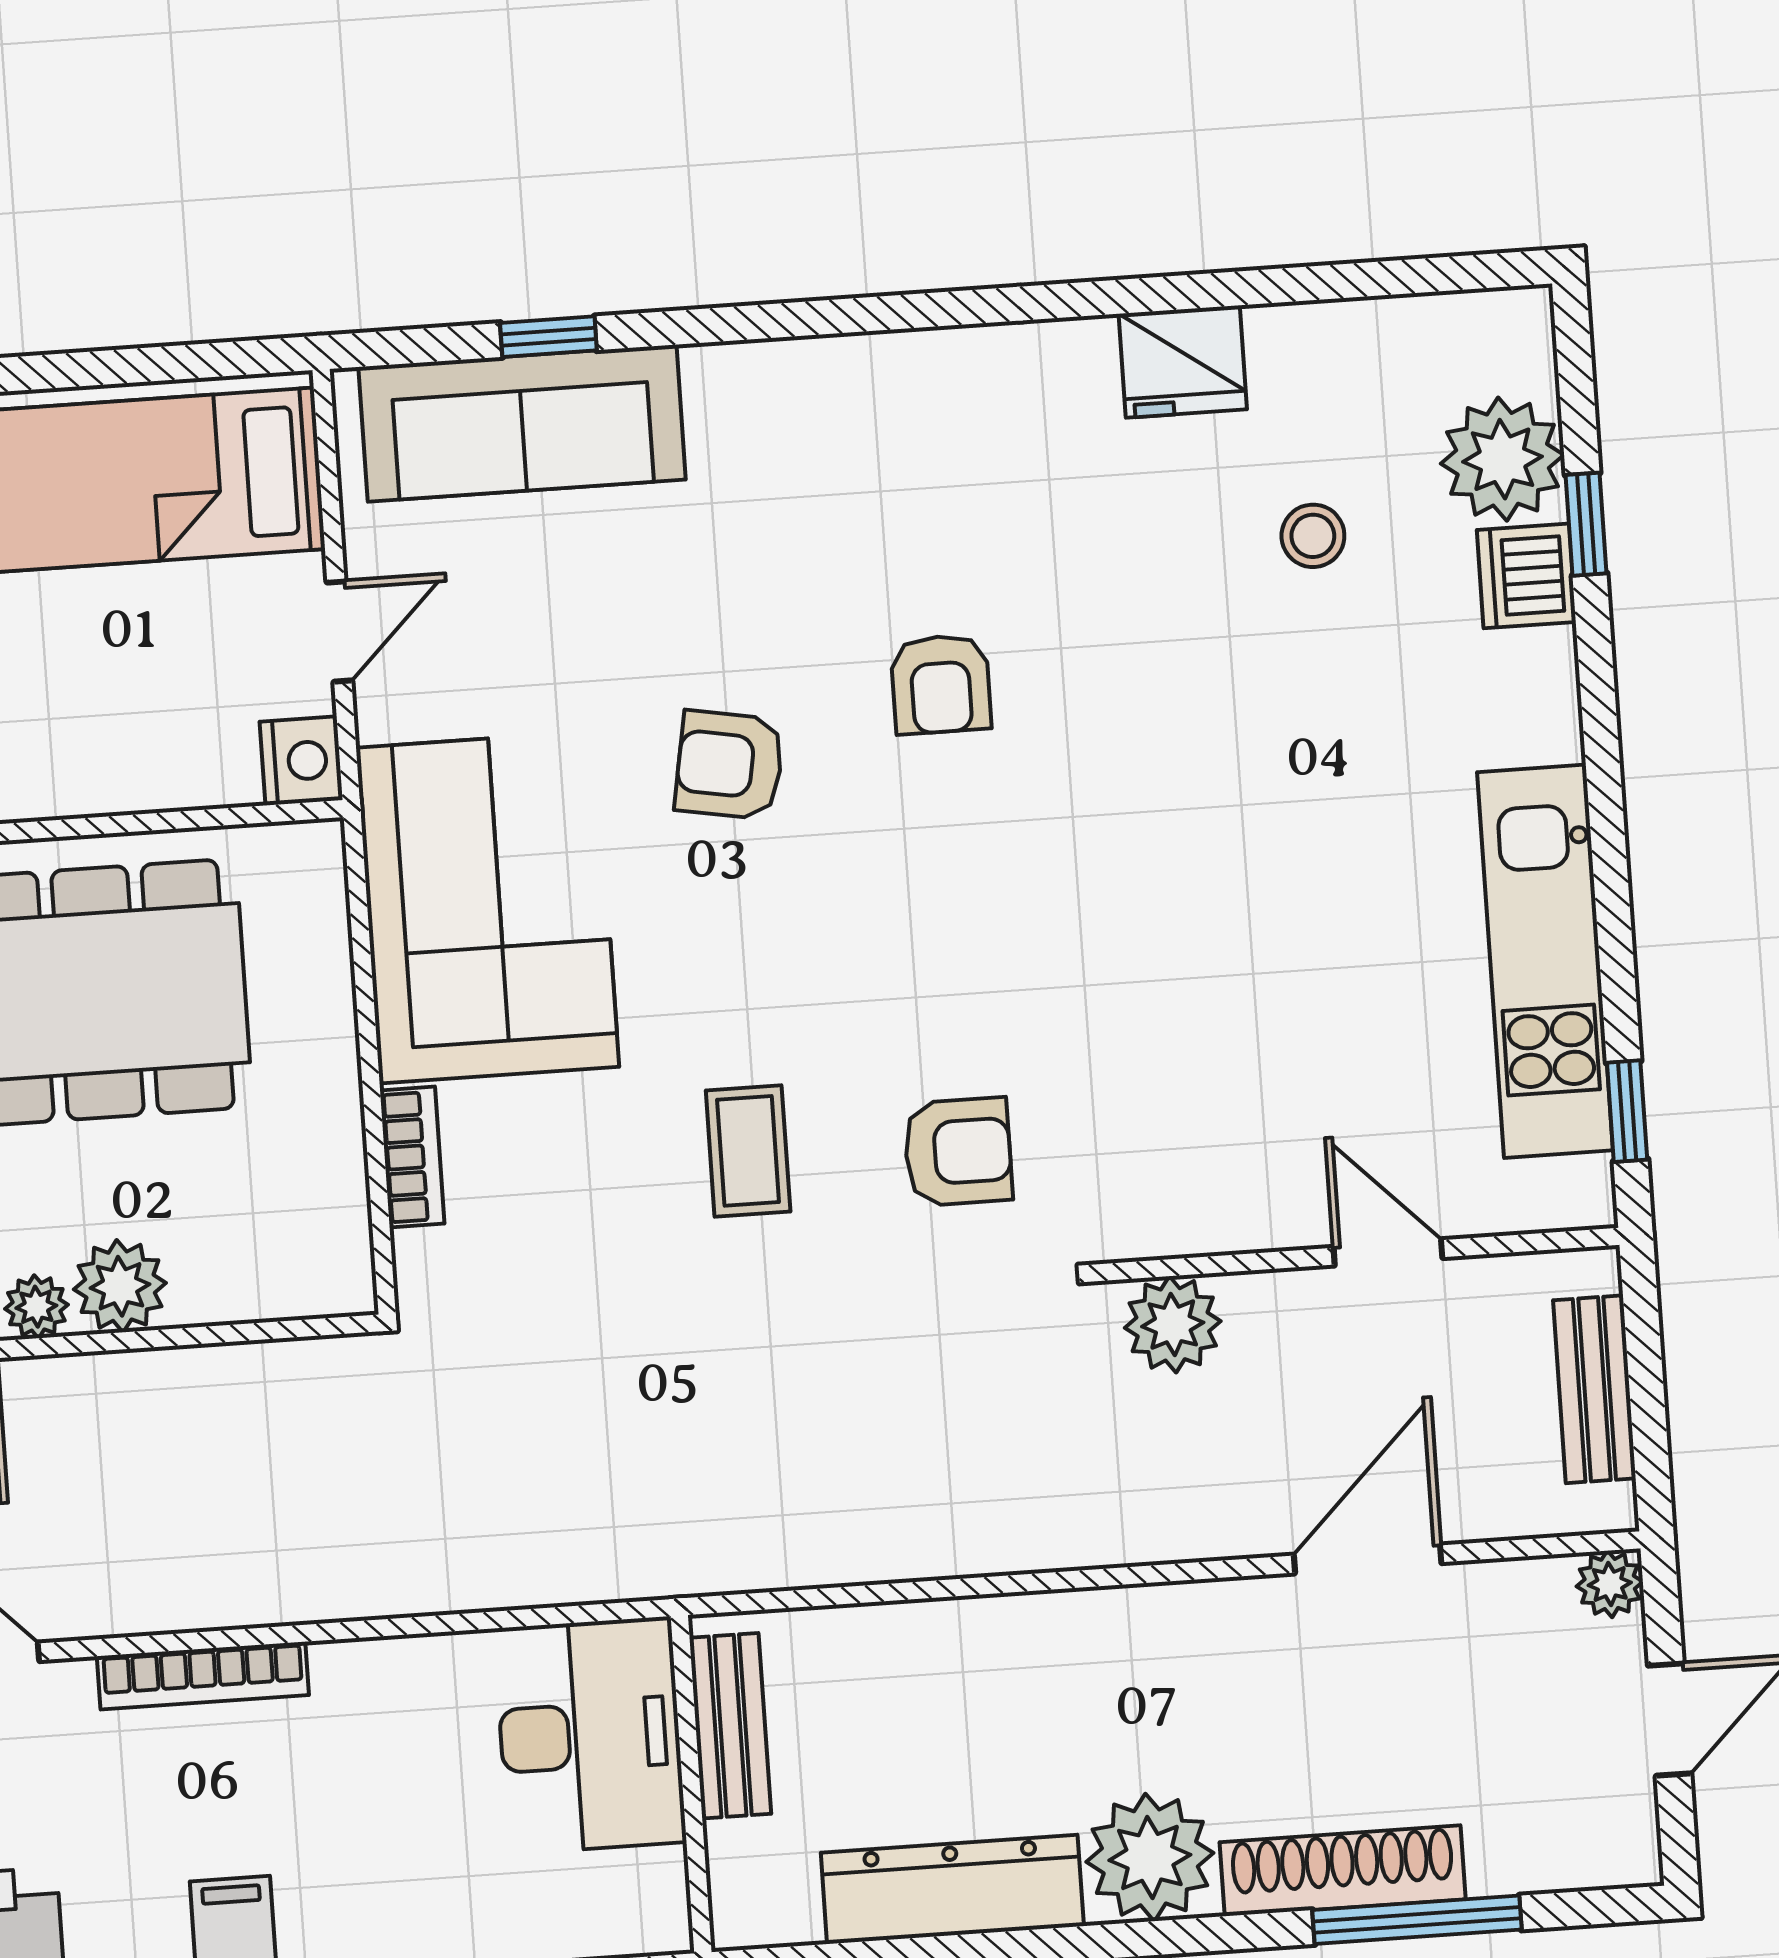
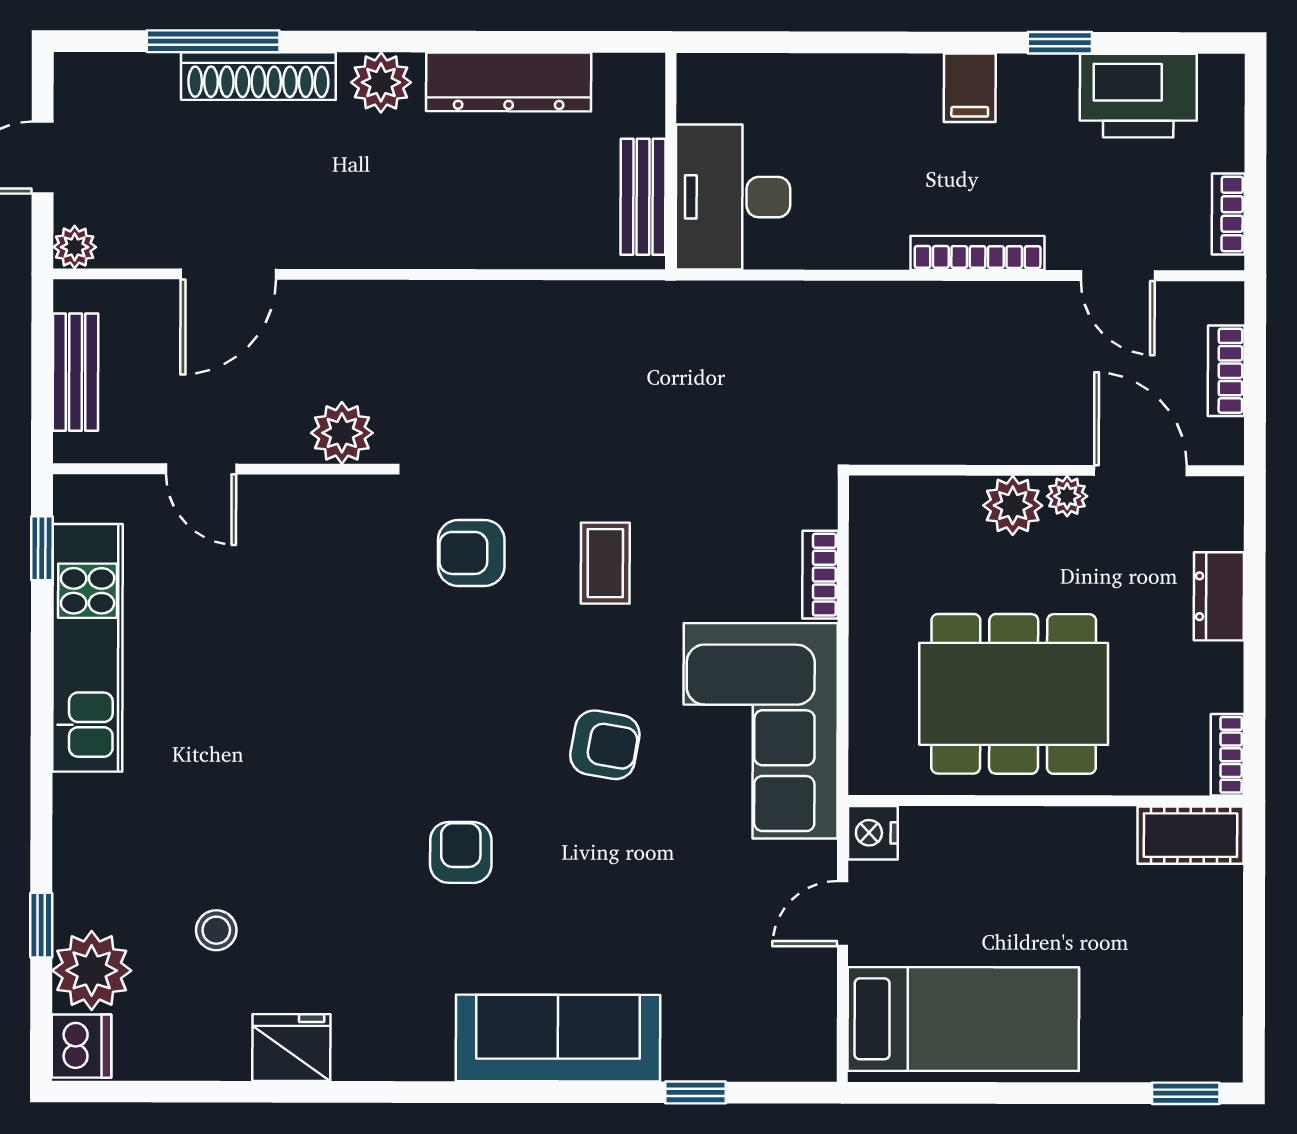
sofa: (522, 423) -> (558, 1038), moved
dishwasher: (1526, 576) -> (81, 1046), moved
armchair: (730, 765) -> (605, 745), moved
plant: (1150, 1857) -> (381, 82), width x0.73, depth x0.73

